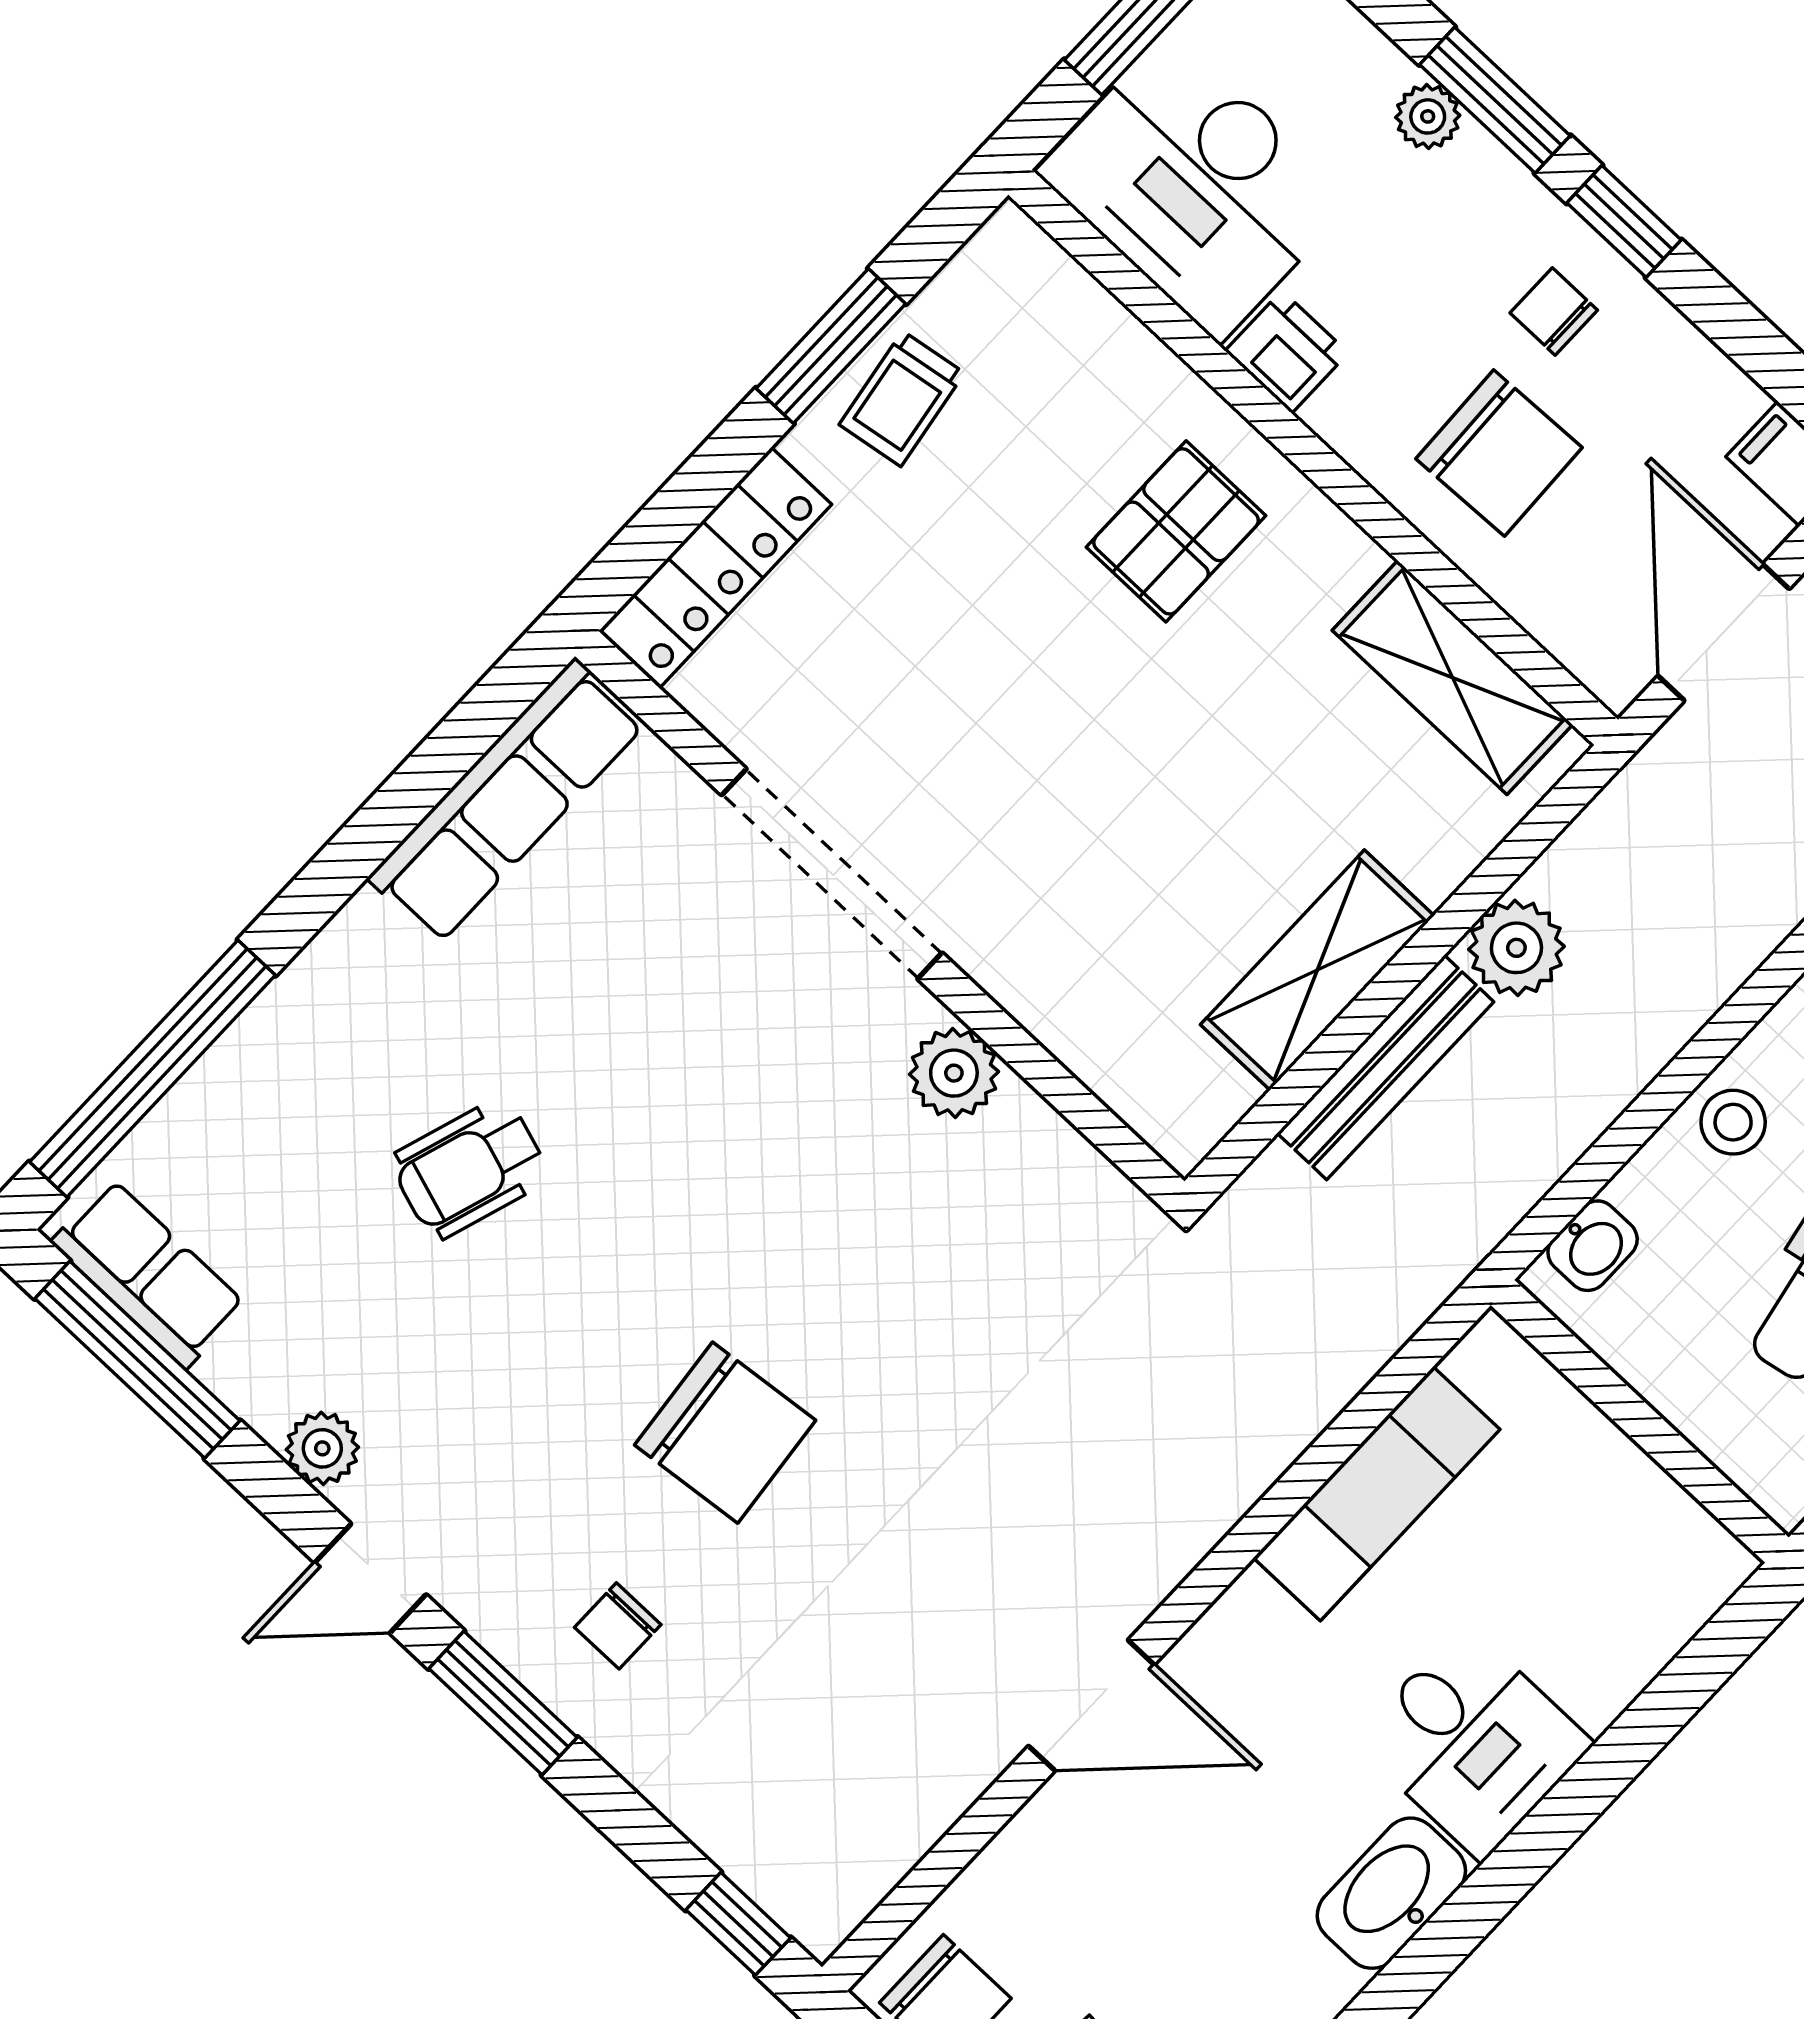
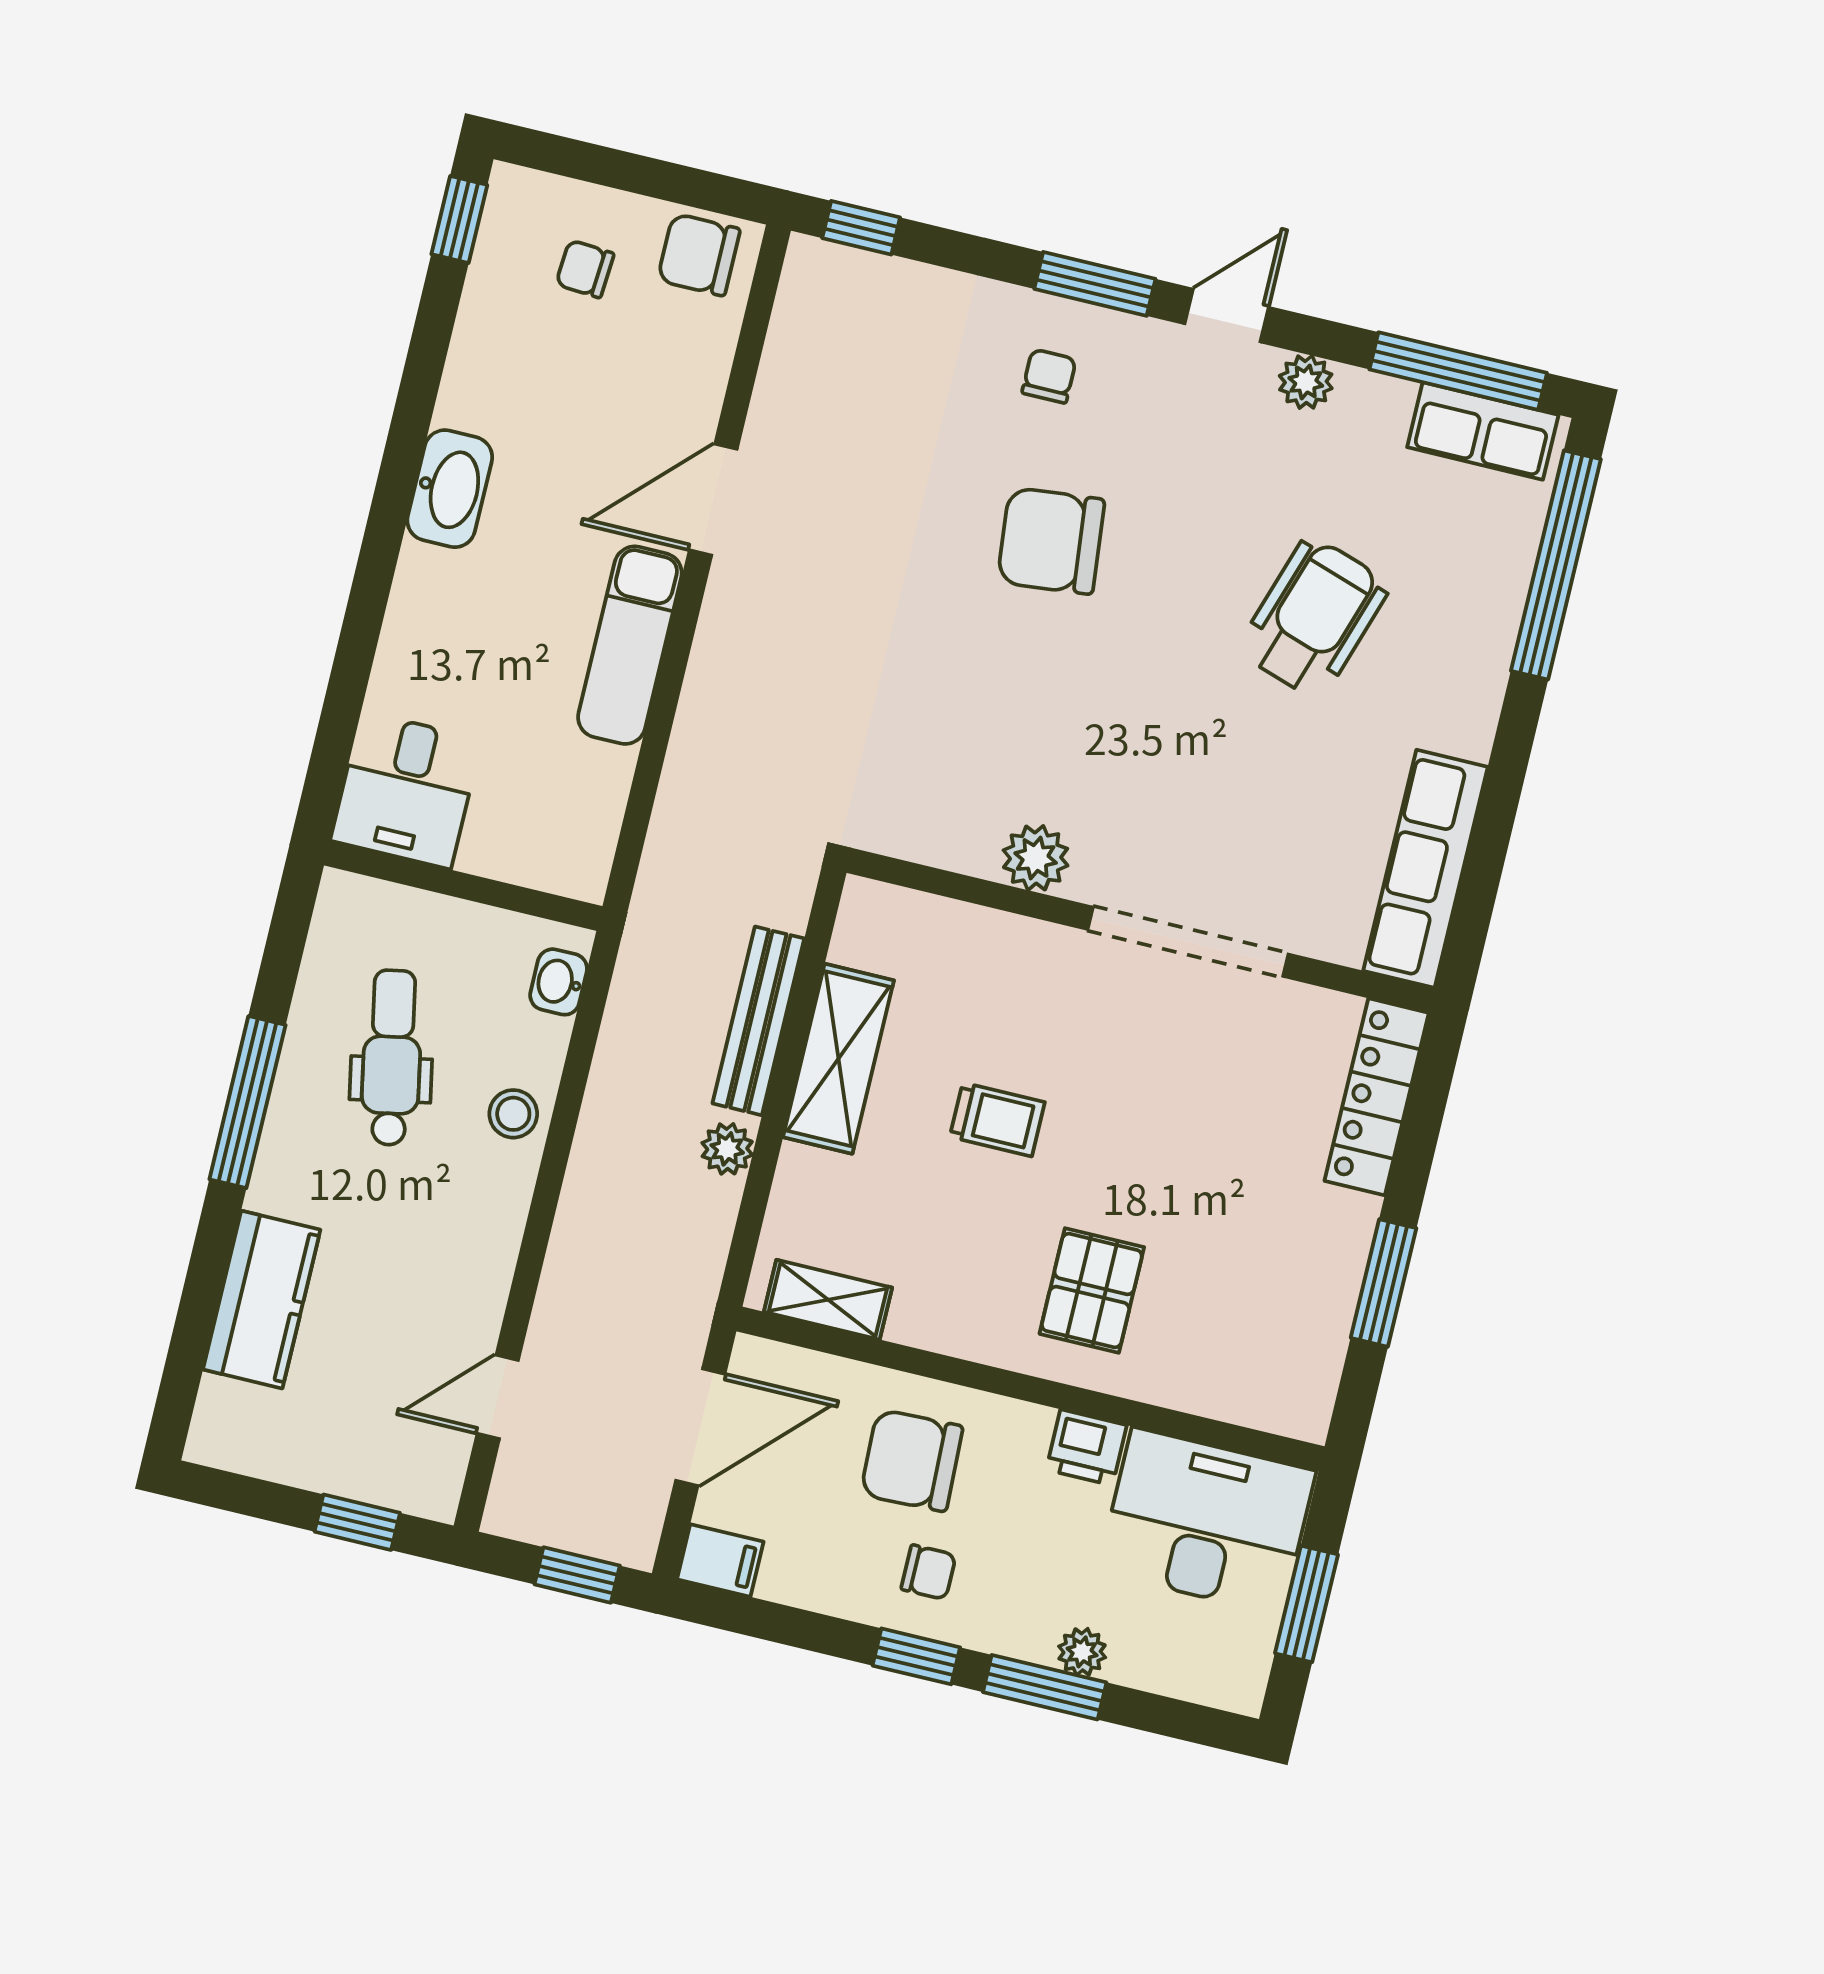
trolley: (902, 399) -> (997, 1119), moved, turned 99
door: (1724, 632) -> (700, 1427), hinge flipped
shelving: (1452, 678) -> (828, 1300), width x0.67, depth x0.75
plant: (1516, 948) -> (727, 1149), width x0.73, depth x0.73
wheelchair: (470, 1168) -> (1314, 618), width x1.36, depth x1.37
exam couch: (1377, 1494) -> (630, 645), moved
desk: (1473, 1742) -> (406, 790), moved, turned -90

